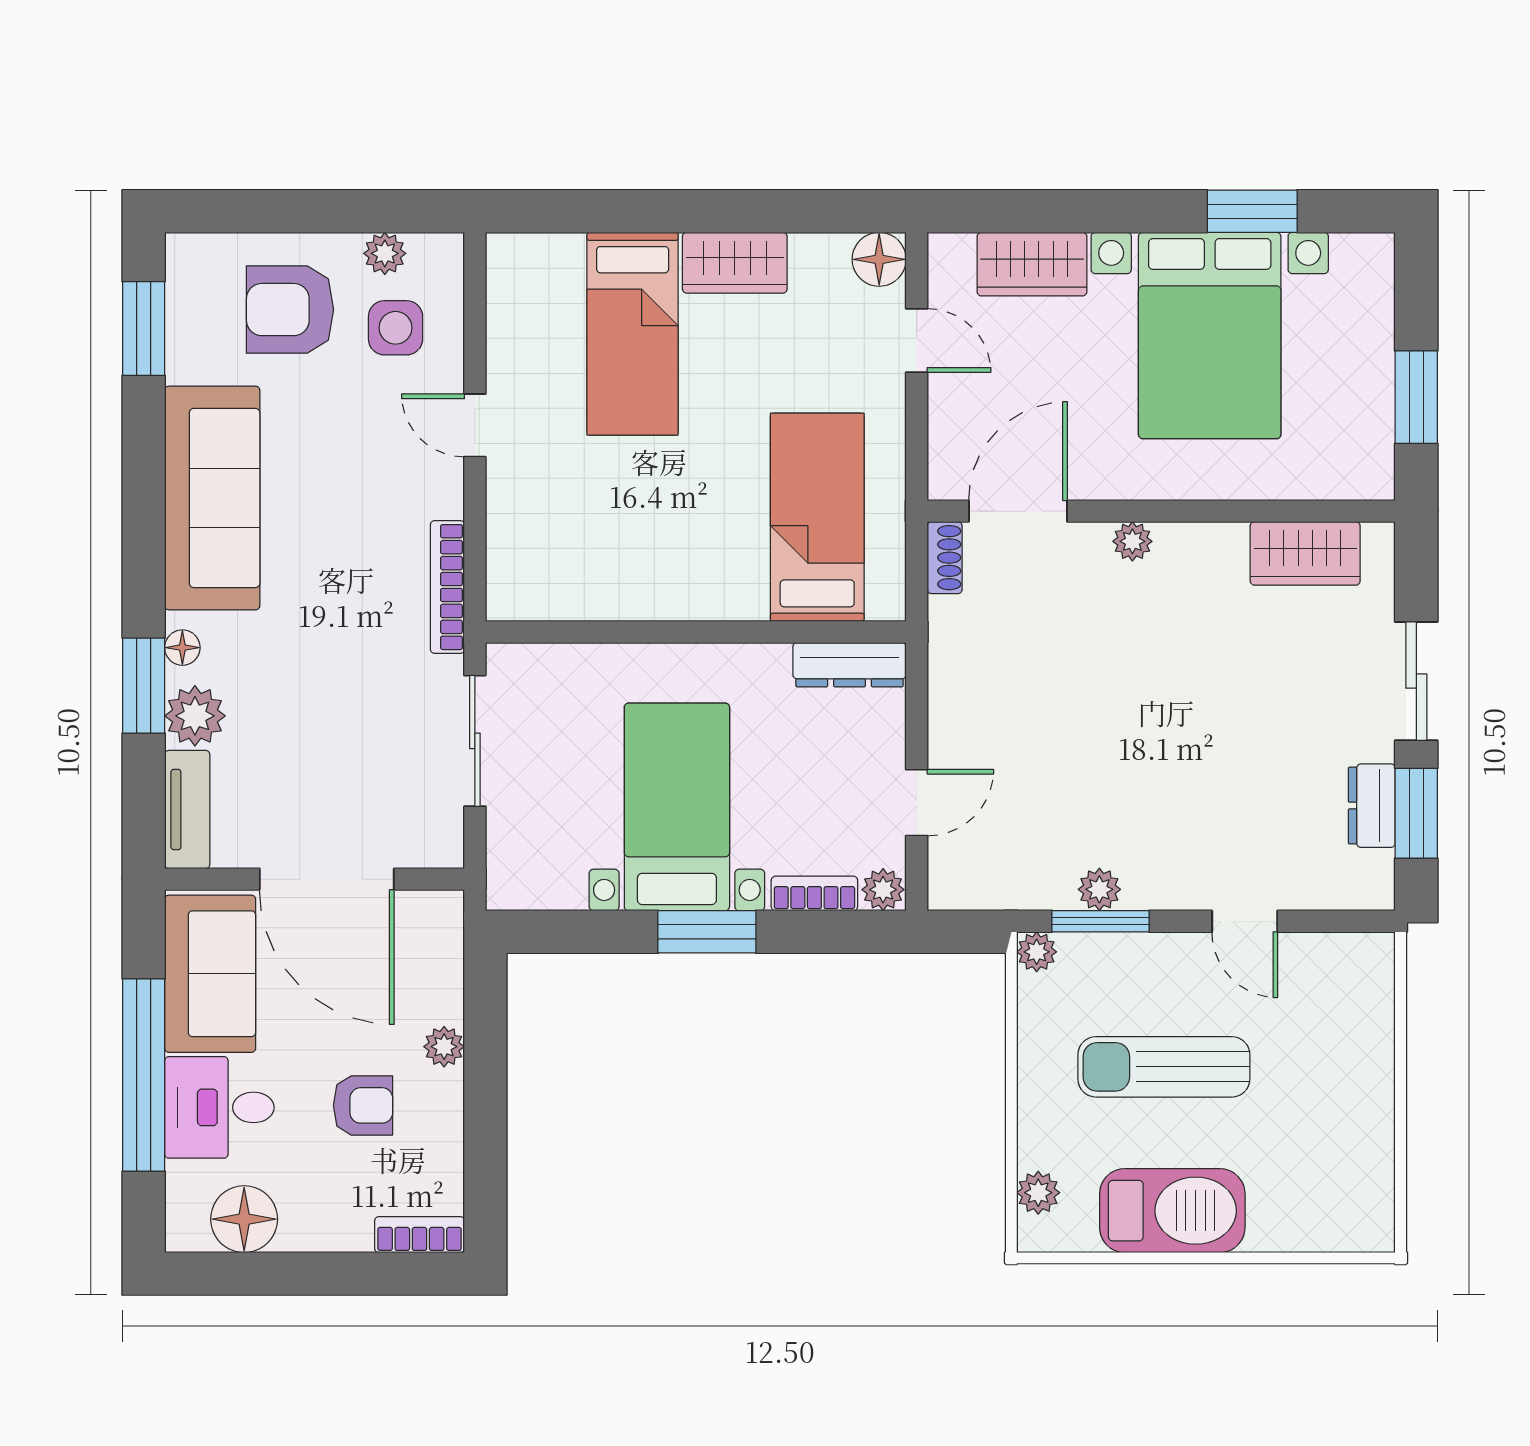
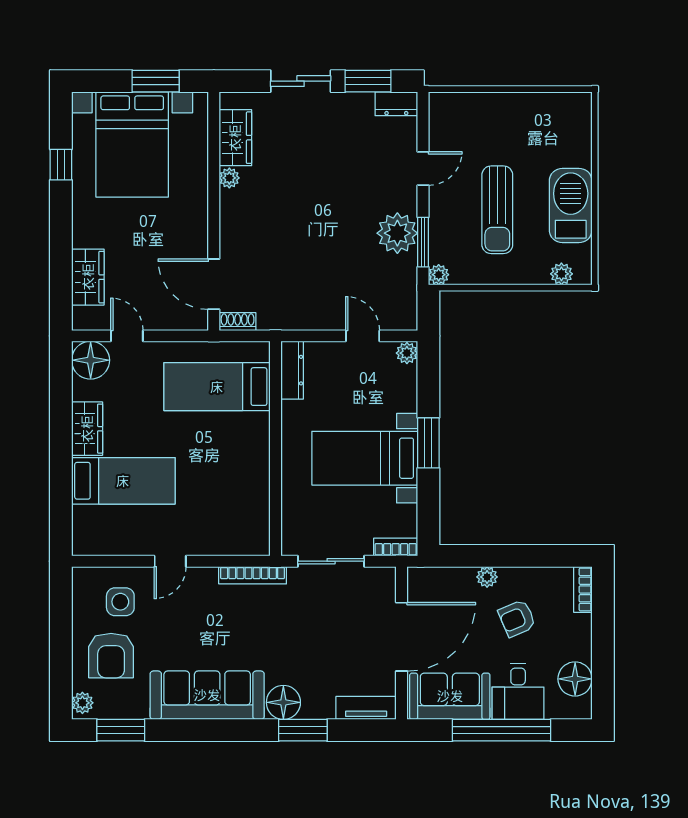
window: (1252, 211) -> (61, 165), width x0.67
plant: (385, 253) -> (82, 703), moved
floor lamp: (879, 259) -> (91, 360), width x1.38, depth x1.38
bed with nightstands: (1210, 336) -> (132, 144), moved, turned 90
door: (917, 341) -> (127, 336), hinge flipped
plant: (1132, 541) -> (229, 178), moved
floor lamp: (182, 648) -> (283, 702), width x1.89, depth x1.89
plant: (195, 716) -> (318, 704), removed
dresser: (1372, 806) -> (396, 104), moved
plant: (1099, 889) -> (397, 233), width x1.88, depth x1.88
bookcase: (814, 893) -> (396, 547), moved, turned 90
armchair: (363, 1105) -> (517, 618), turned -113

